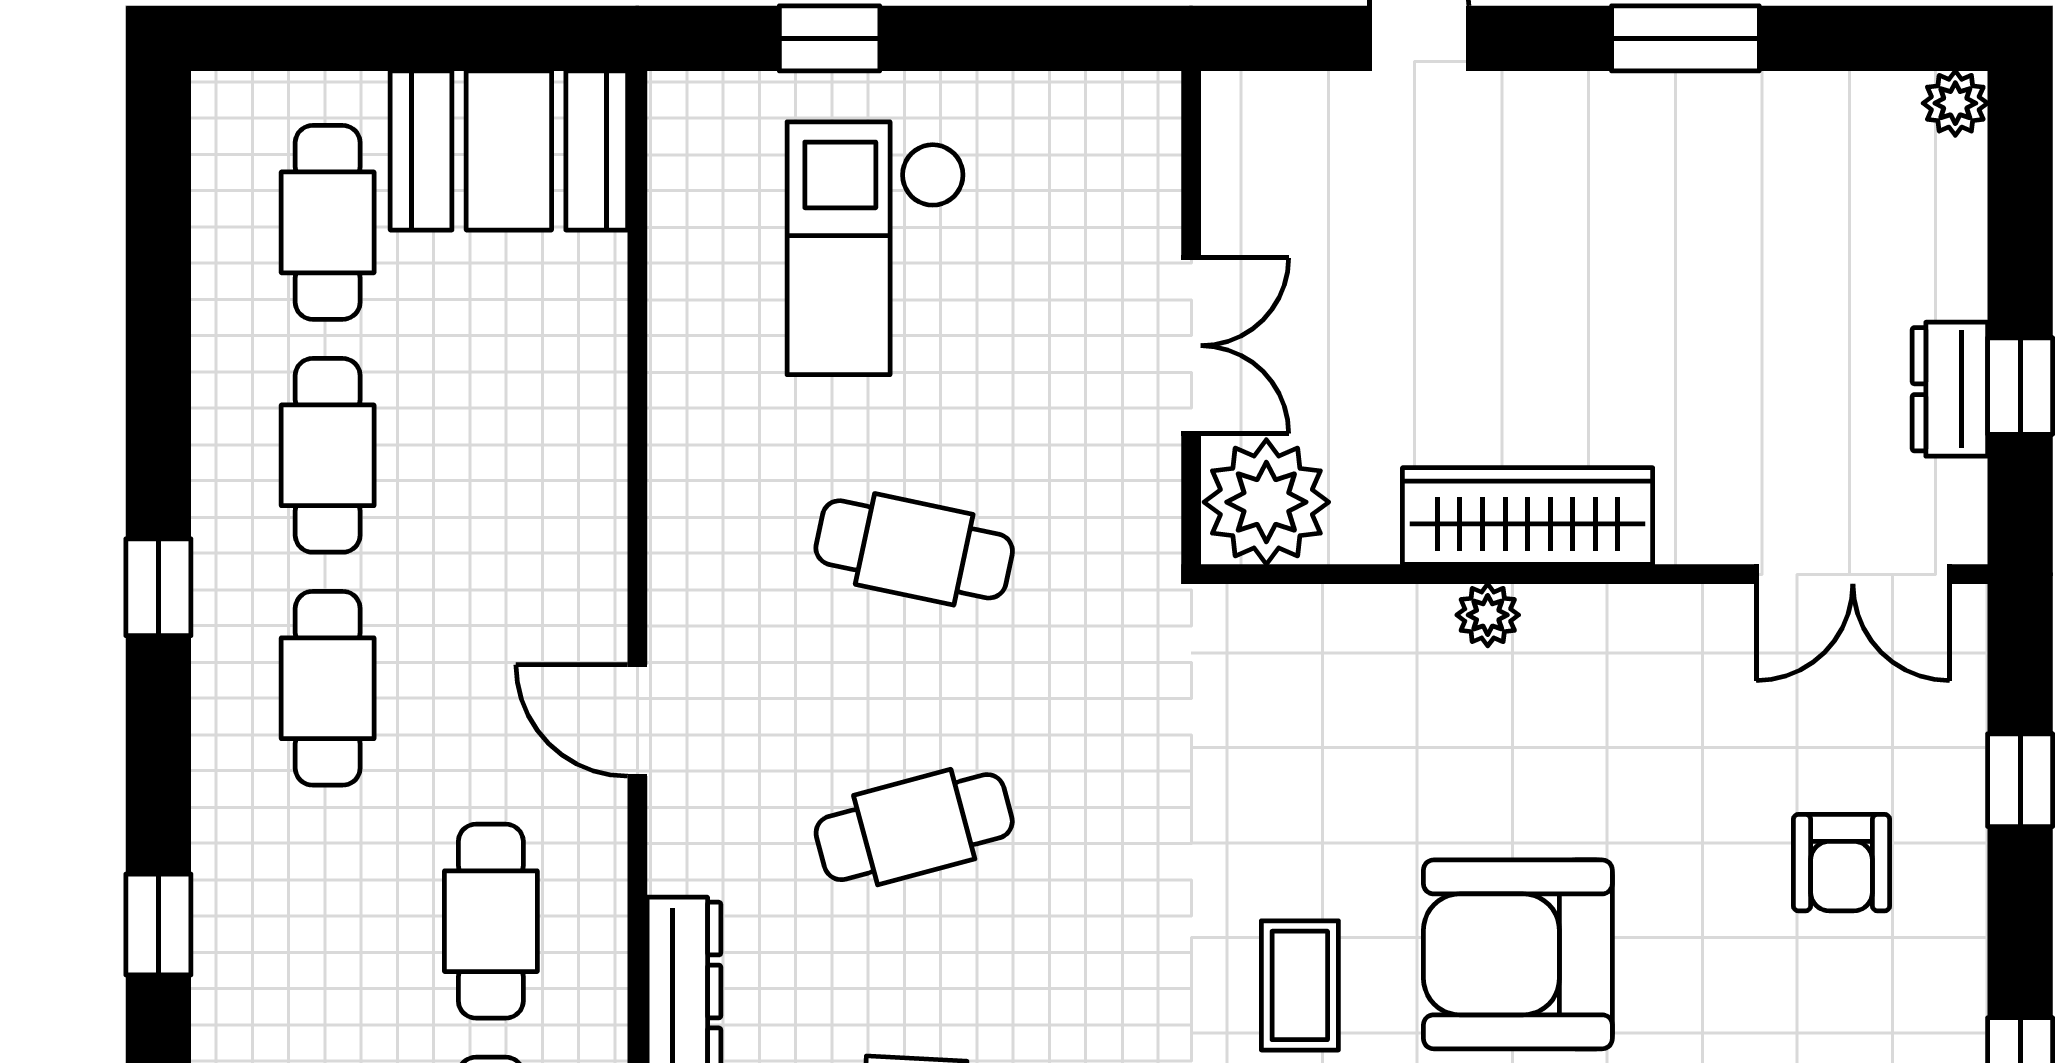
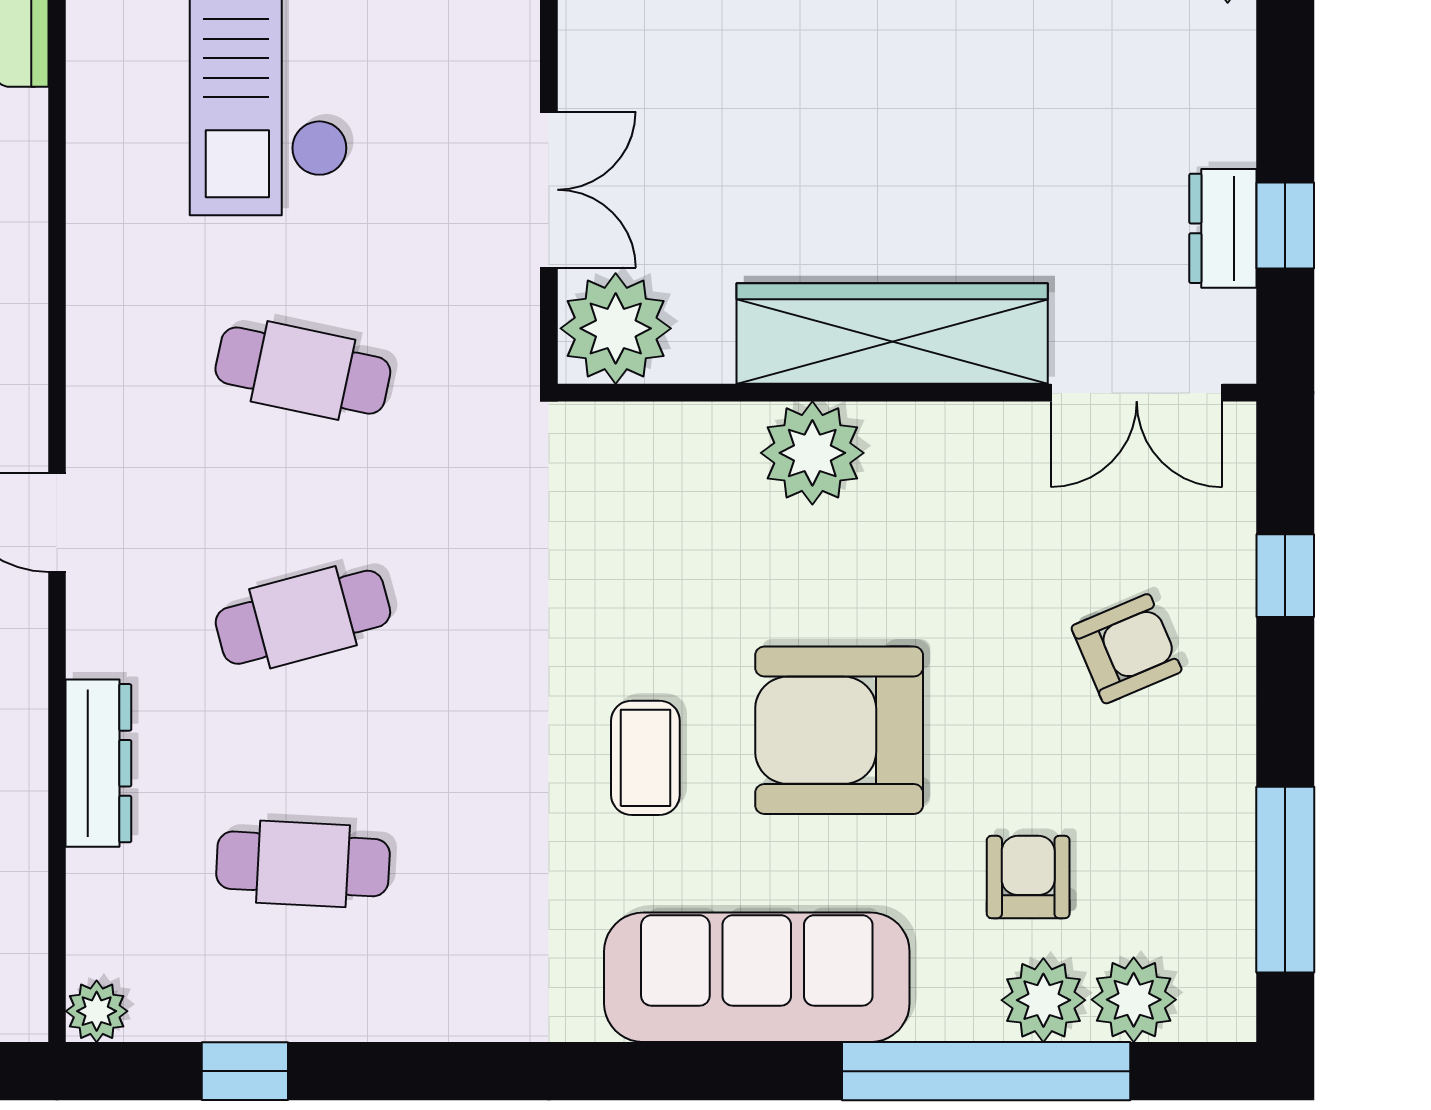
wardrobe: (1528, 516) -> (892, 334), width x1.40, depth x1.17
plant: (1488, 615) -> (812, 453), width x1.88, depth x1.88
armchair: (1842, 863) -> (1127, 649), turned -113

